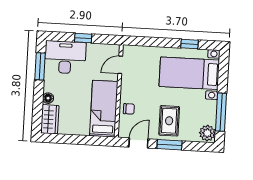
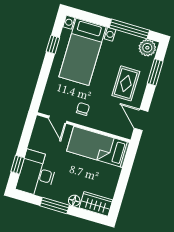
window: (83, 38) -> (18, 165), moved
window: (40, 66) -> (55, 205), moved
chair: (129, 109) -> (83, 109), moved
rug: (169, 121) -> (126, 83), turned 90
window: (170, 145) -> (155, 72), moved

